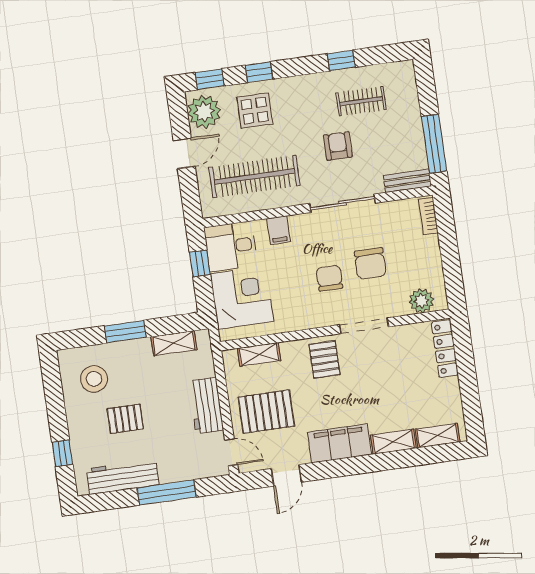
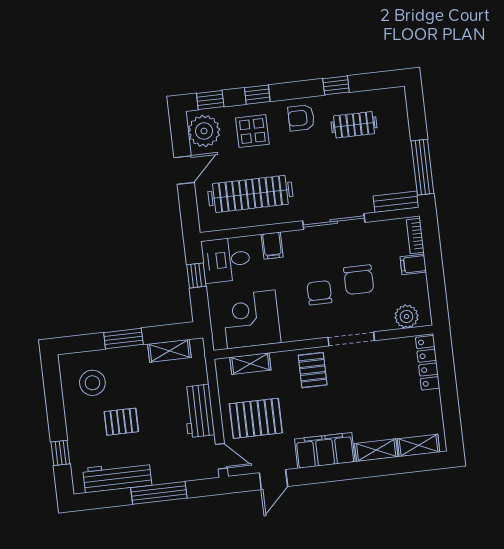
armchair: (338, 146) -> (301, 118), moved, turned -90
filing cabinet: (427, 246) -> (413, 264), added
corner desk: (242, 298) -> (251, 319), moved, turned -90

